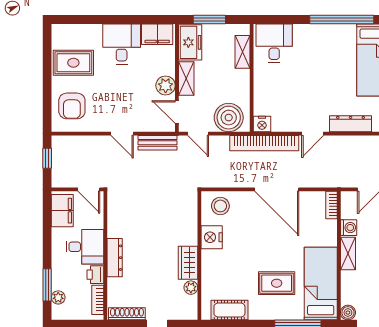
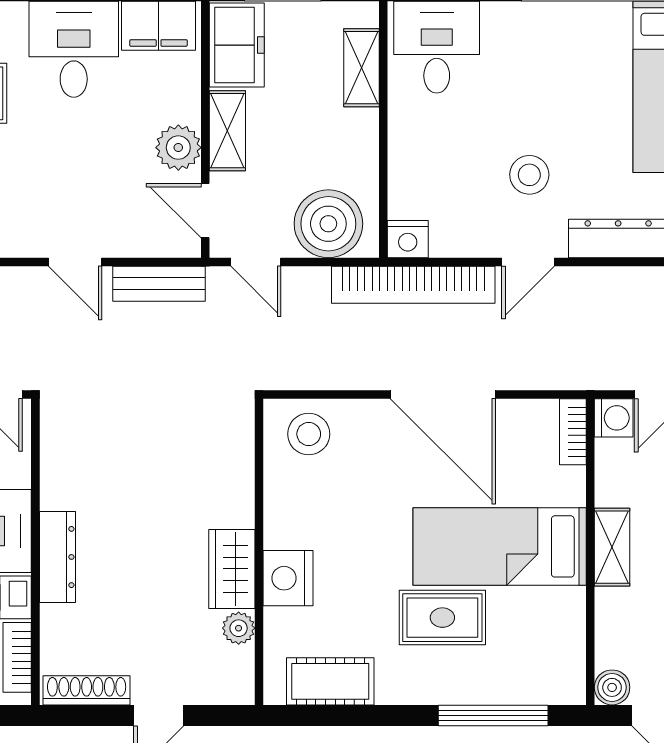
stool: (313, 97) -> (529, 175), added
washing machine: (349, 228) -> (614, 418), moved
nightstand: (212, 237) -> (288, 578), moved
bed: (321, 284) -> (500, 546), moved, turned -90

